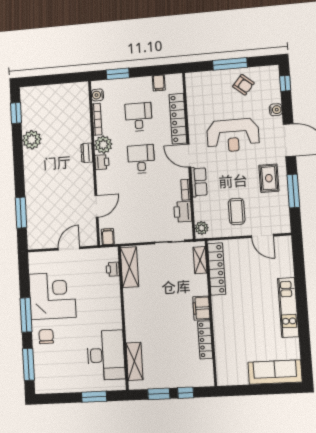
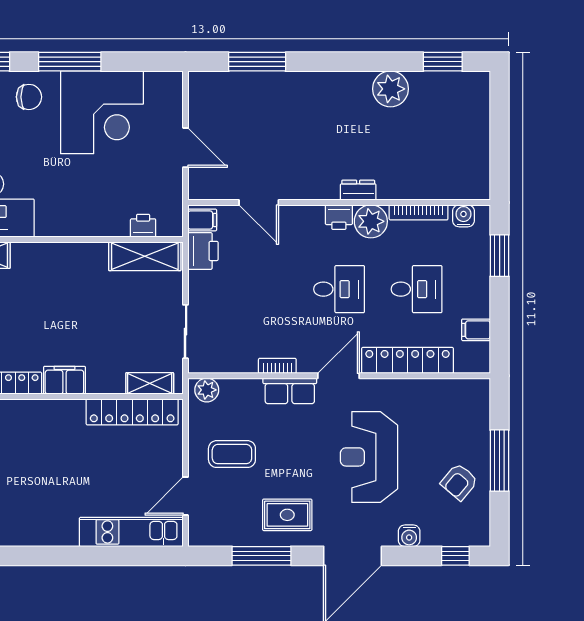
printer: (183, 212) -> (203, 251), moved, turned 90
kitchen unit: (288, 307) -> (131, 532), moved

